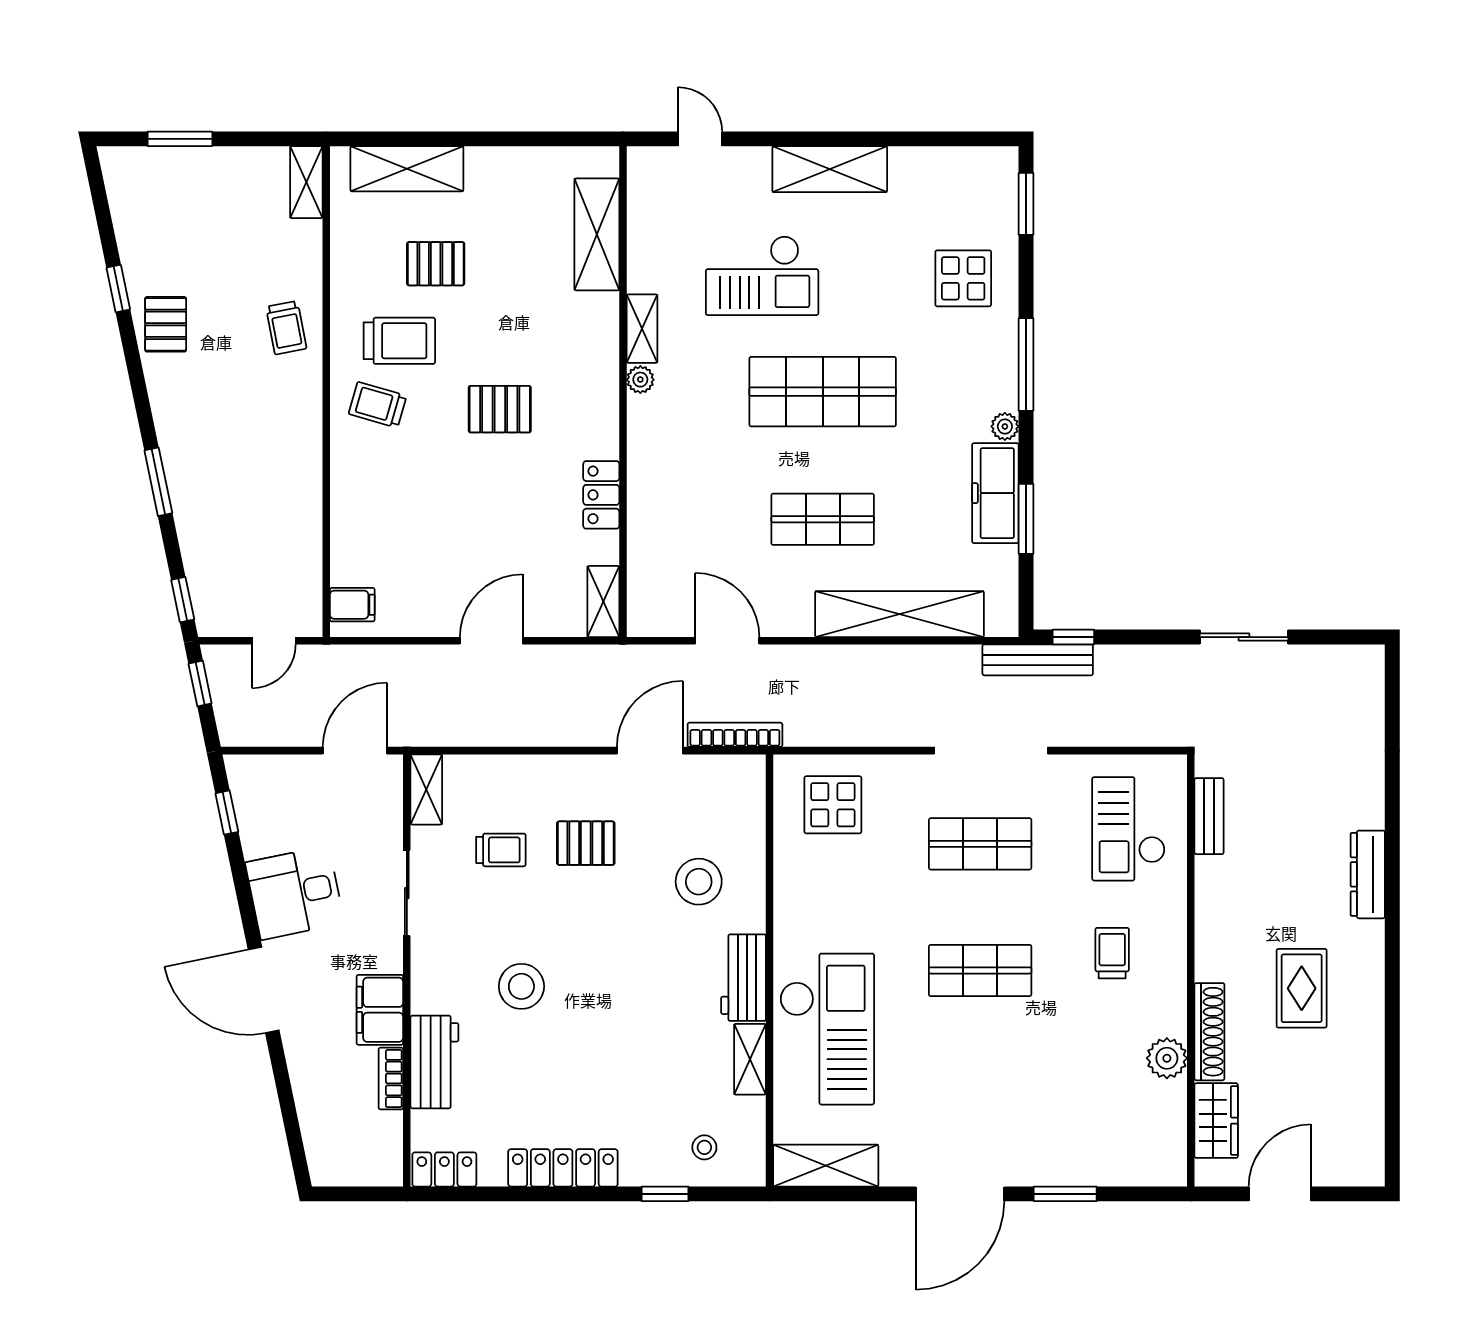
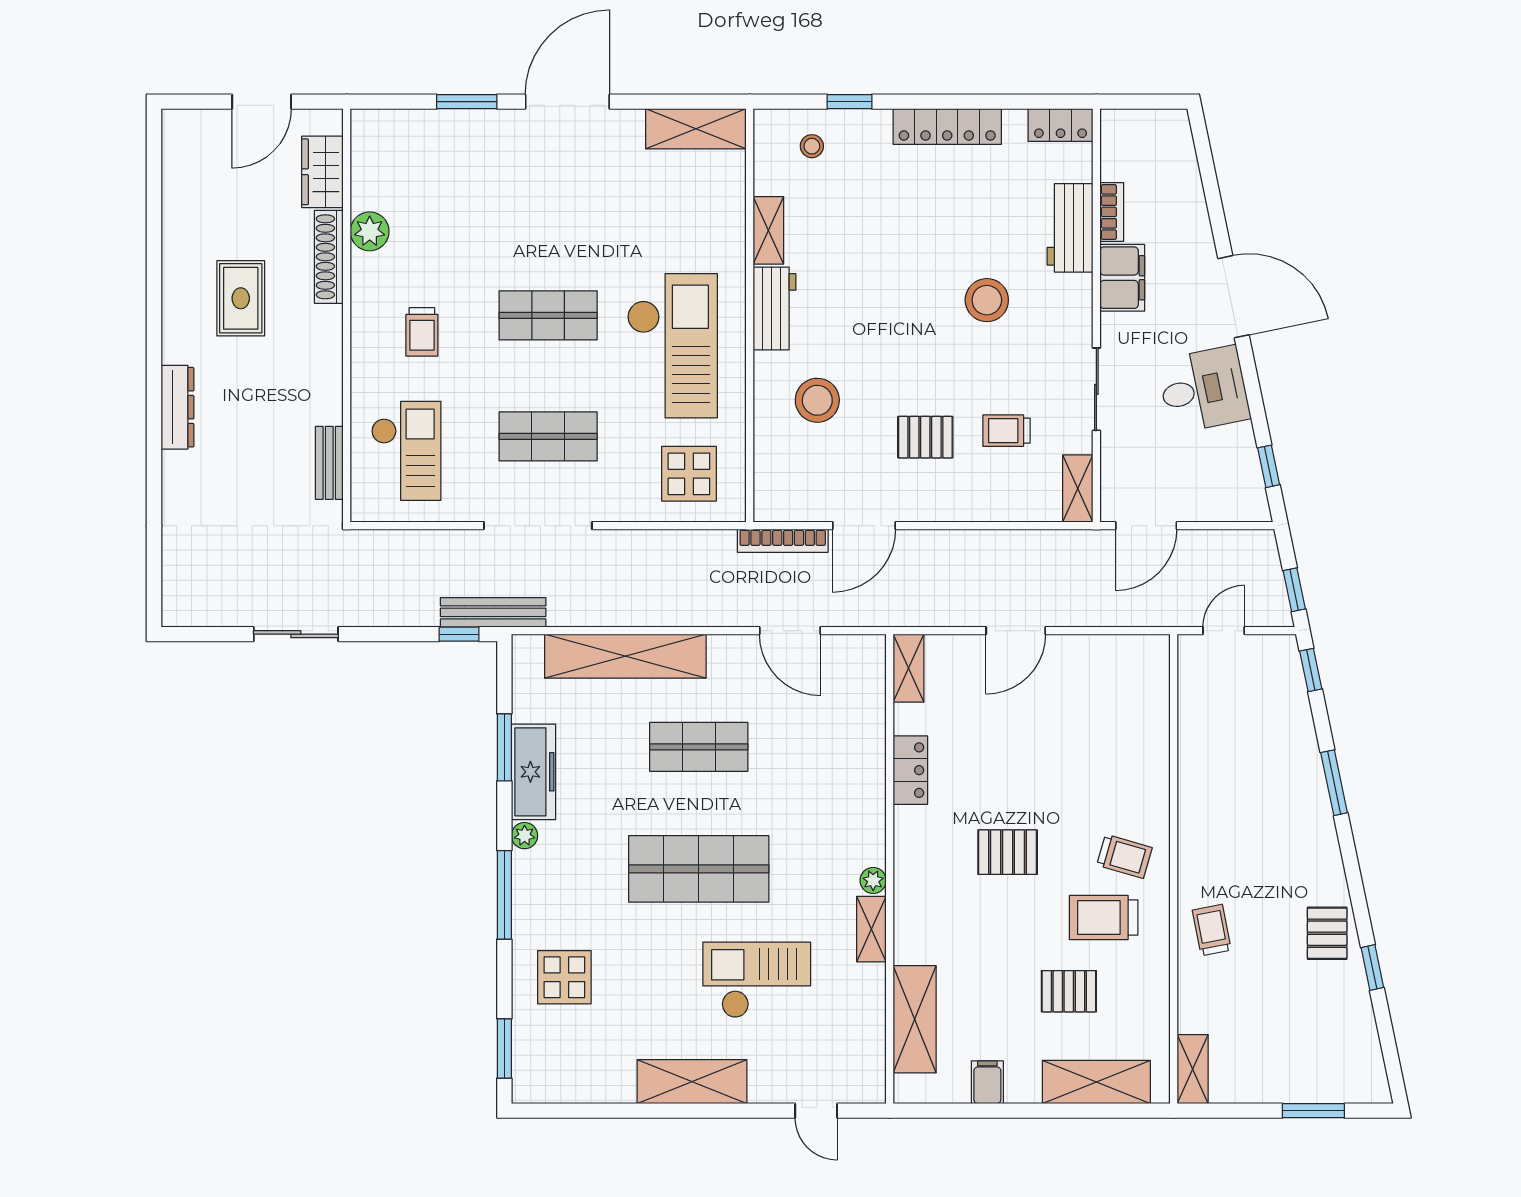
filing cabinet: (352, 605) -> (987, 1082), moved, turned 90
checkout: (827, 1029) -> (672, 346), moved, turned 180

